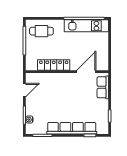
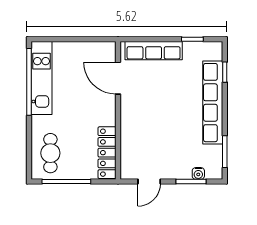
locker: (54, 65) -> (107, 153), moved
row of seats: (103, 87) -> (154, 51), width x1.48
door: (24, 90) -> (149, 182), swing flipped

